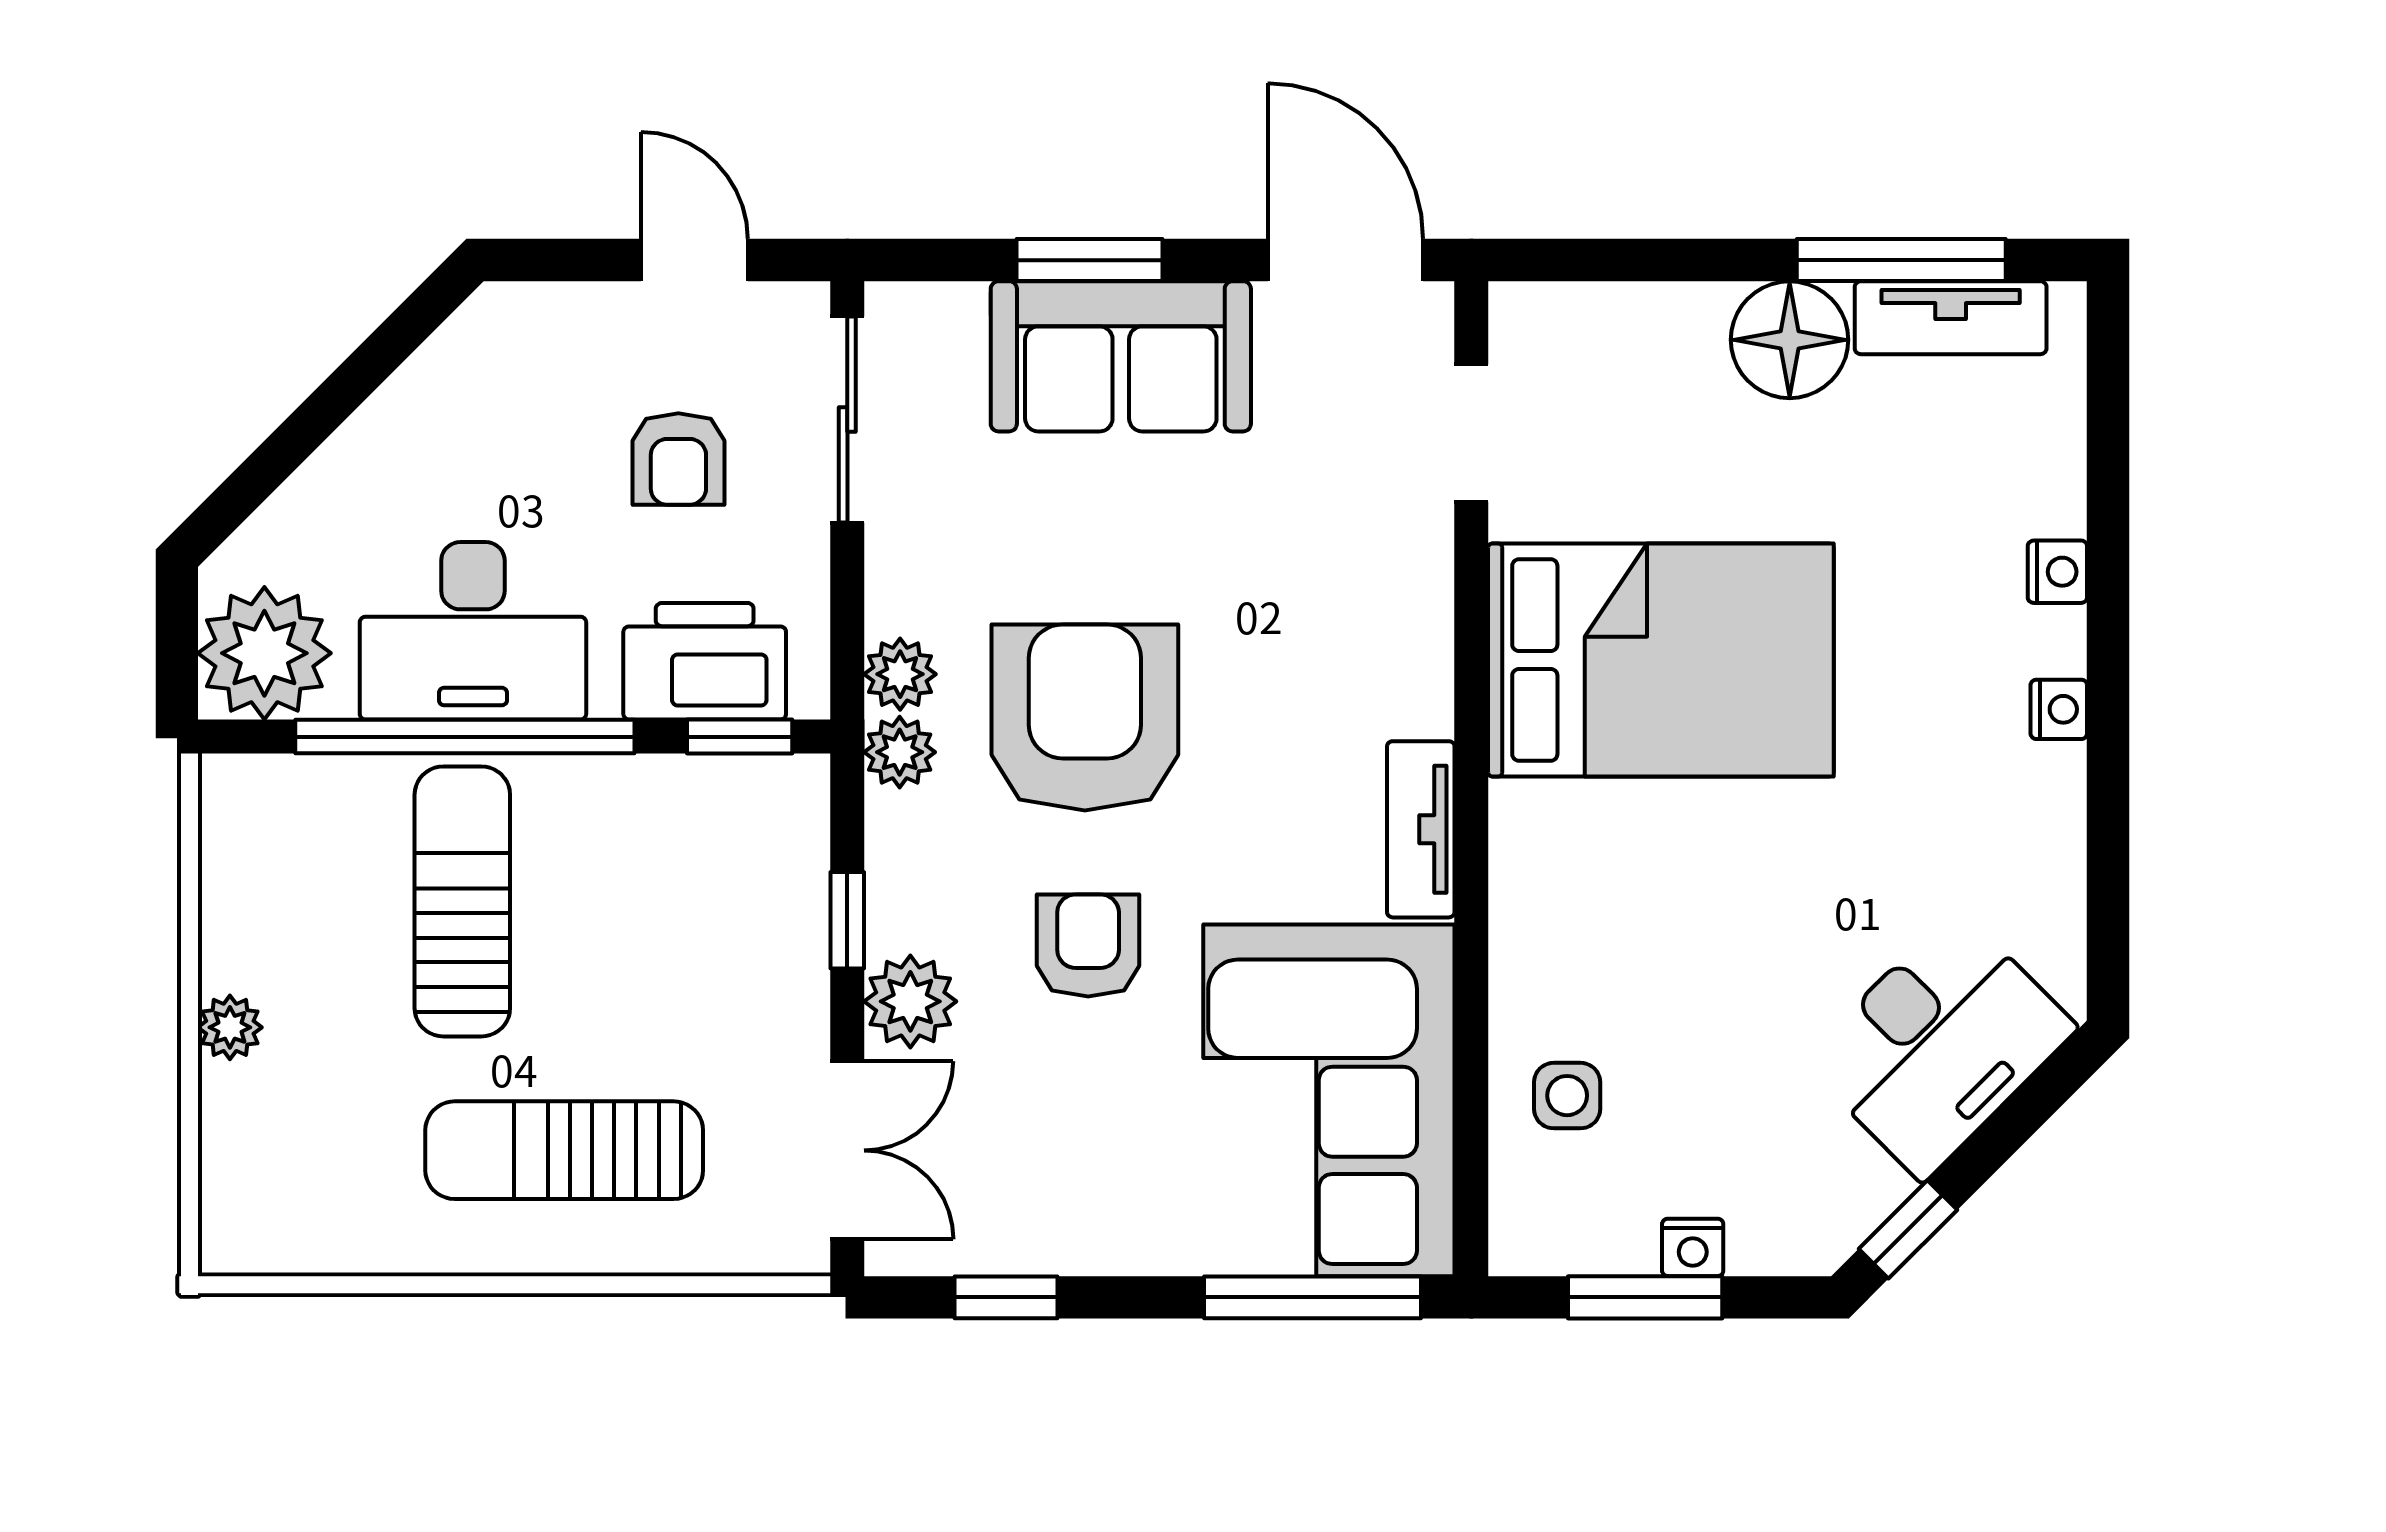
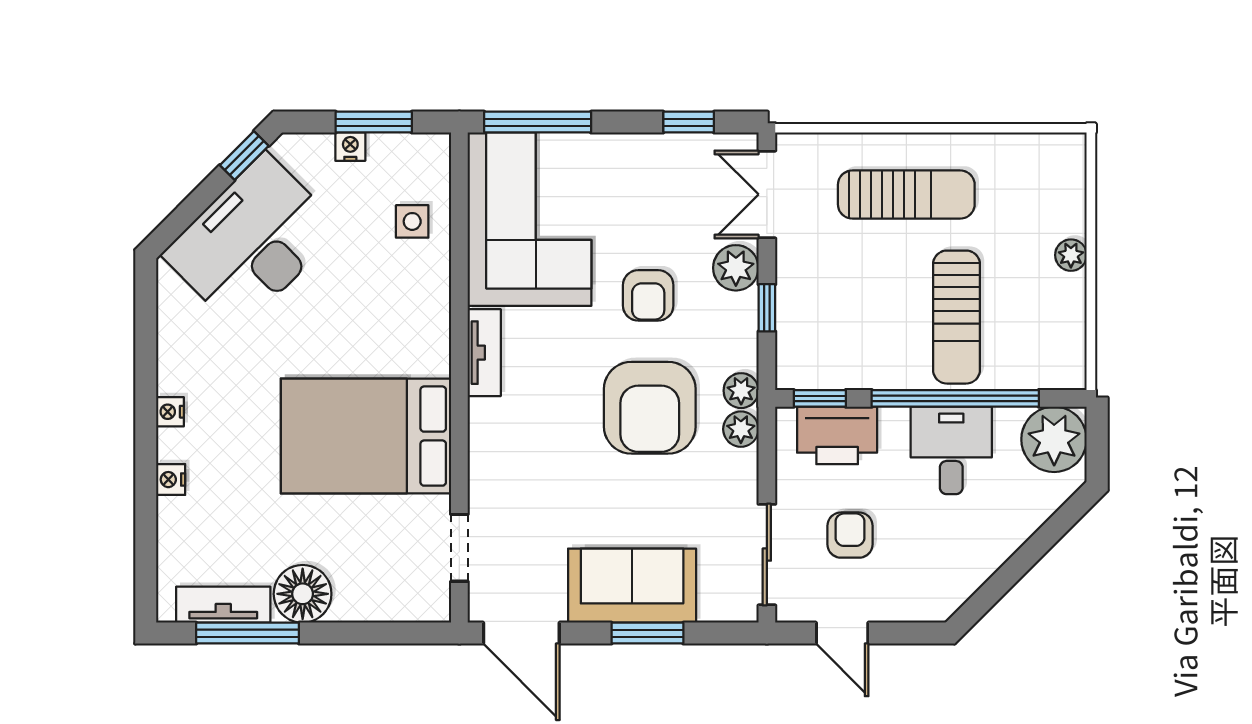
desk: (473, 631) -> (951, 450), width x0.73
desk: (1939, 1044) -> (252, 242), width x1.36, depth x1.30

